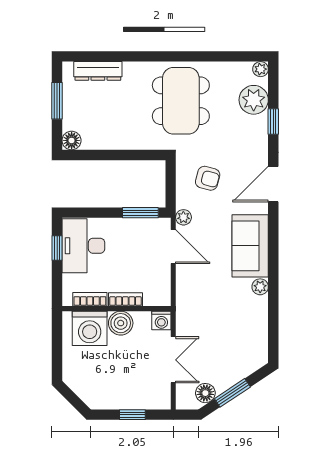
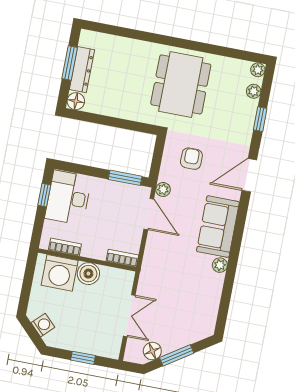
dresser: (98, 71) -> (82, 70), moved, turned -90
plant: (254, 100) -> (254, 91), width x0.53, depth x0.53
armchair: (208, 178) -> (191, 159), turned -105
bookcase: (125, 299) -> (122, 258), moved
washing machine: (161, 320) -> (43, 325), moved, turned -135

